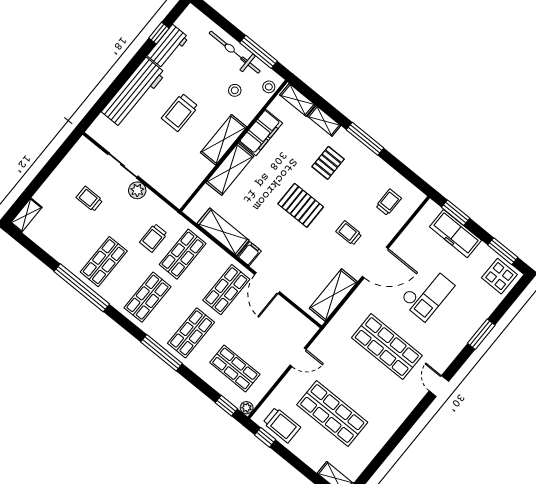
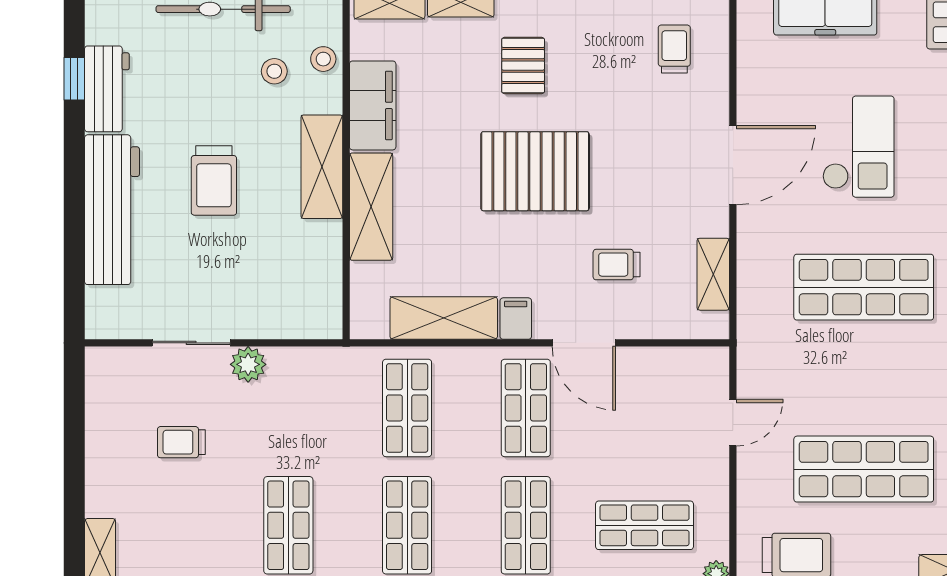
stool: (269, 87) -> (323, 59), moved
pallet: (301, 205) -> (535, 171), width x1.37, depth x1.41
trolley: (349, 233) -> (616, 265), moved
trolley: (153, 238) -> (338, 421), removed
shelving: (333, 295) -> (713, 274), width x0.67, depth x0.75

